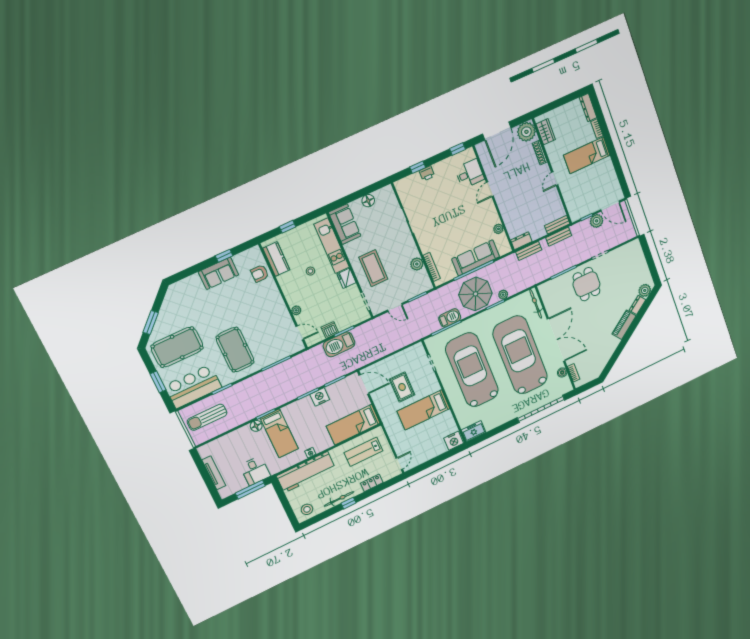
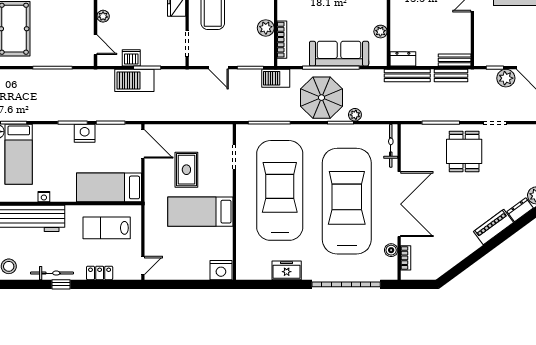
bench: (529, 251) -> (407, 76), width x1.36
barbecue: (450, 318) -> (276, 78), moved, turned 180
freezer: (474, 431) -> (287, 270), moved

